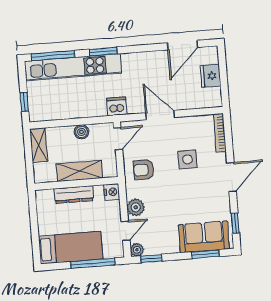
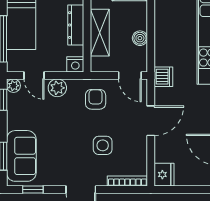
fridge: (211, 76) -> (164, 175), moved, turned 90

